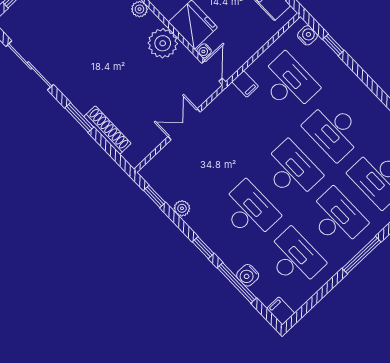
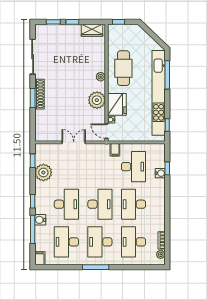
water cooler: (307, 35) -> (160, 173), moved
door: (212, 71) -> (106, 131), swing flipped
shoe rack: (107, 130) -> (39, 94), moved
plant: (182, 208) -> (43, 172), width x1.87, depth x1.87
desk: (337, 218) -> (100, 242), turned 180
desk: (294, 258) -> (66, 242), turned 180
water cooler: (248, 275) -> (40, 220), moved

